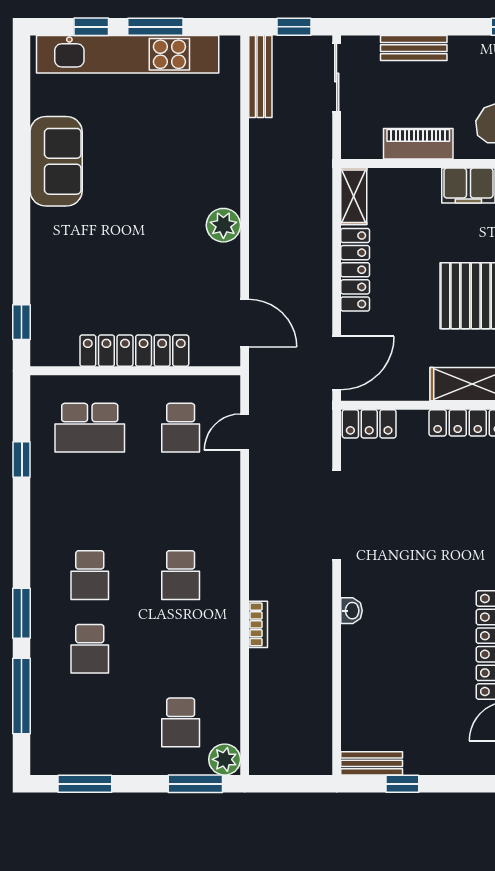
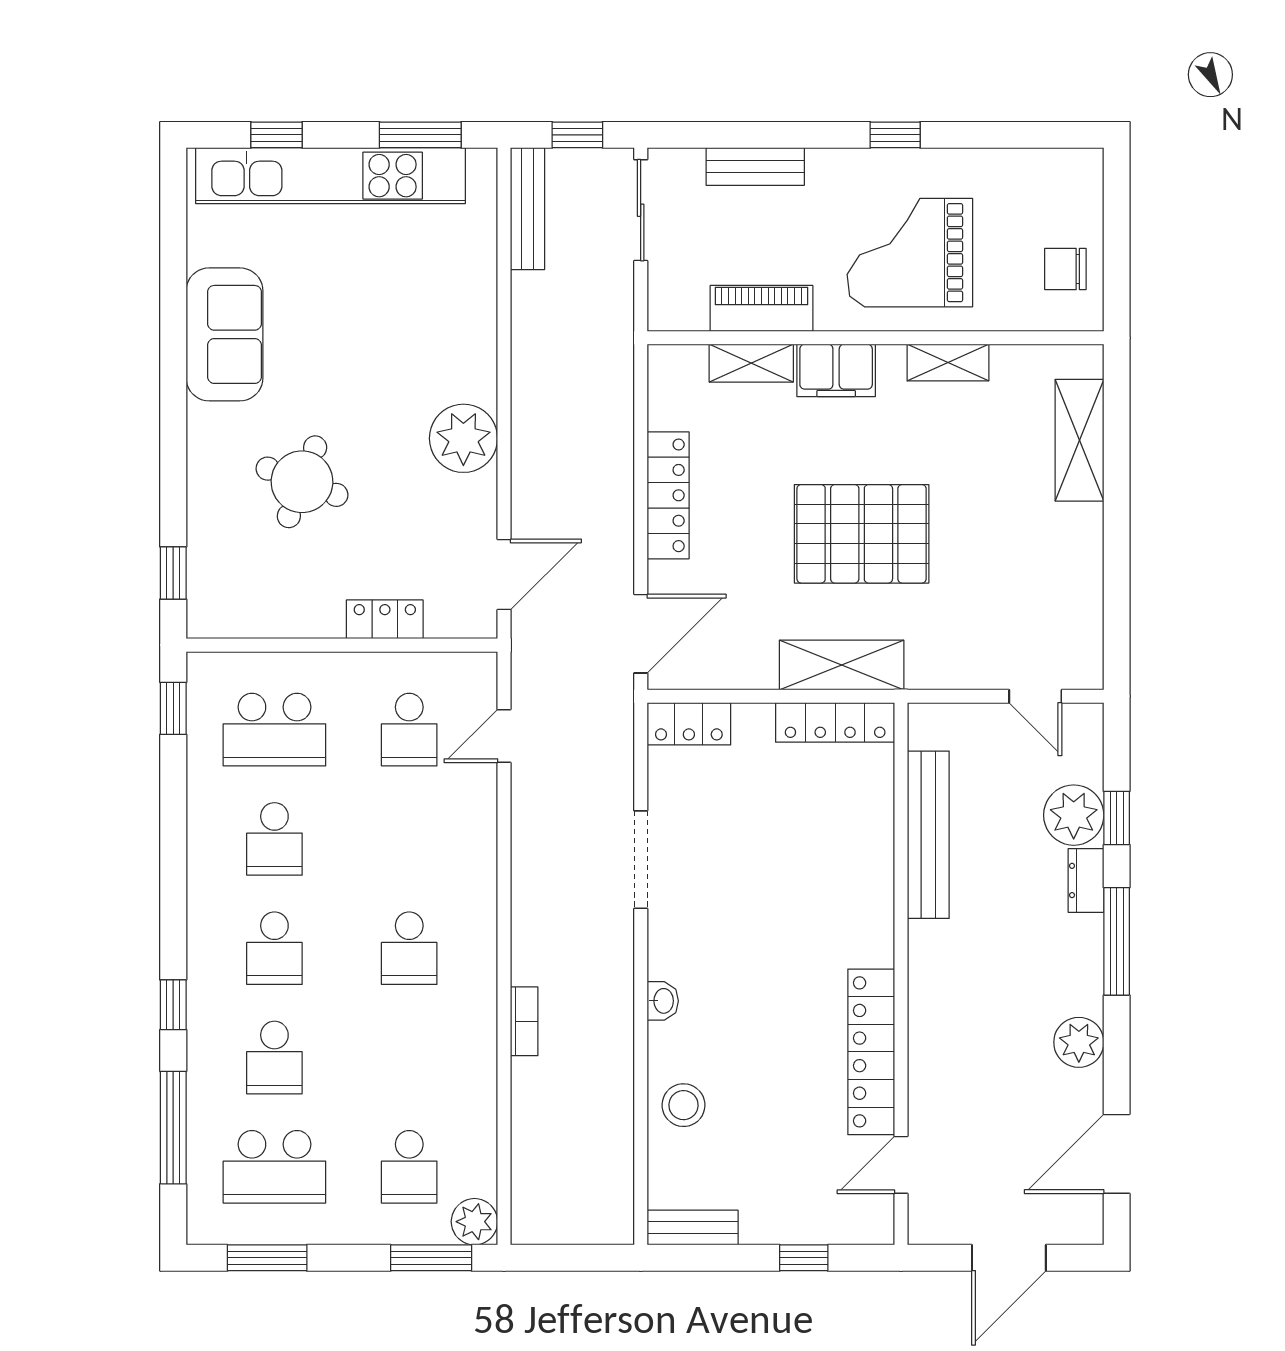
window: (155, 27) -> (420, 135), moved
shelving: (354, 196) -> (751, 363), moved, turned 90
plant: (223, 225) -> (463, 438), width x1.36, depth x1.36
round table: (108, 261) -> (302, 482), added
door: (245, 323) -> (504, 574), hinge flipped
locker: (134, 351) -> (385, 619), width x0.46, depth x0.83
window: (22, 460) -> (173, 708), moved
school desk: (90, 501) -> (274, 839), added
doorway: (337, 515) -> (641, 860), width x0.73
window: (22, 613) -> (173, 1005), width x0.67
stool: (366, 681) -> (684, 1105), added
school desk: (90, 722) -> (274, 1167), added
window: (402, 784) -> (804, 1258), moved

